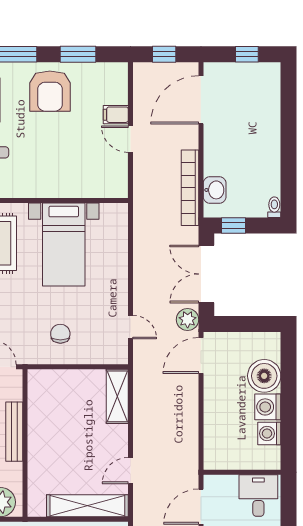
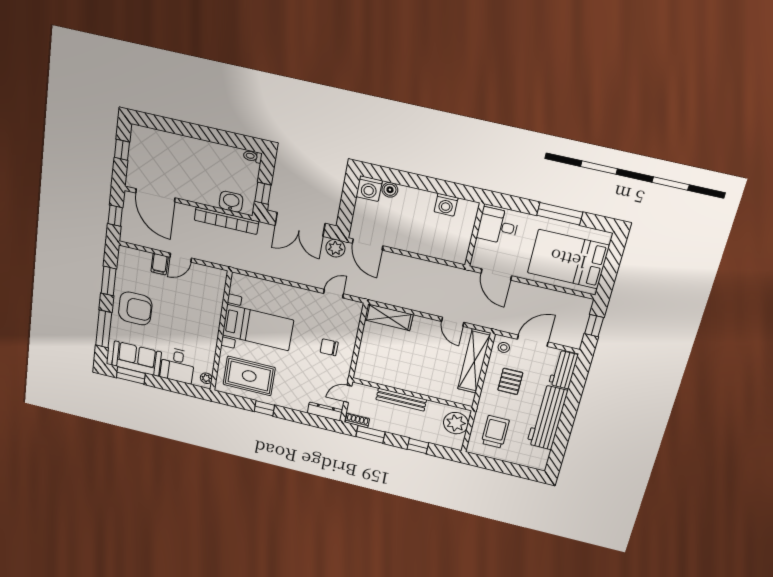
boiler: (264, 376) -> (390, 190), width x0.54, depth x0.54
washing machine: (268, 407) -> (369, 189), moved

